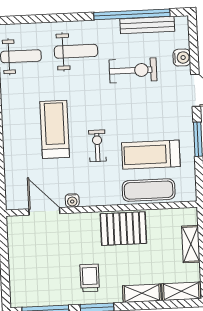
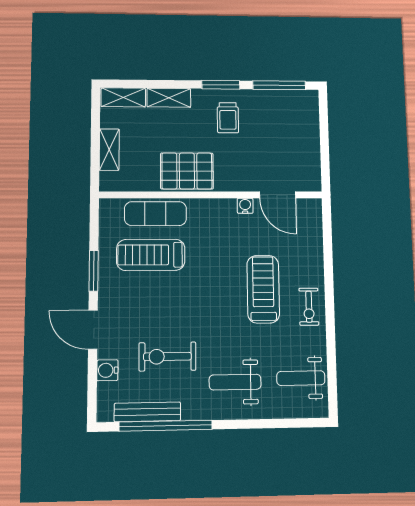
treadmill: (55, 129) -> (263, 289), turned 180
exercise bike: (97, 146) -> (309, 307), moved
treadmill: (151, 155) -> (151, 255), turned 180

